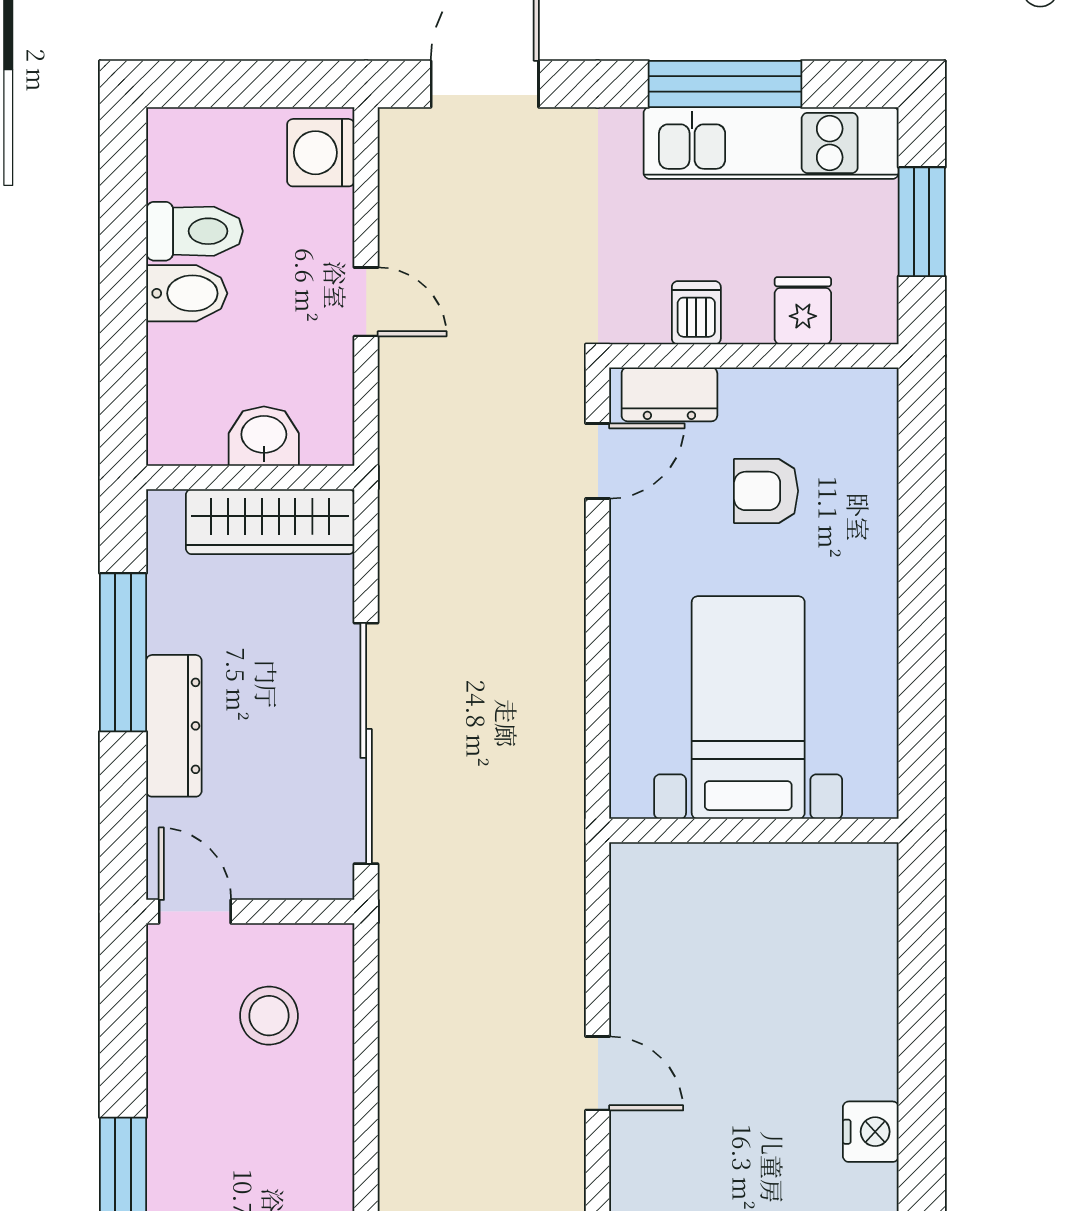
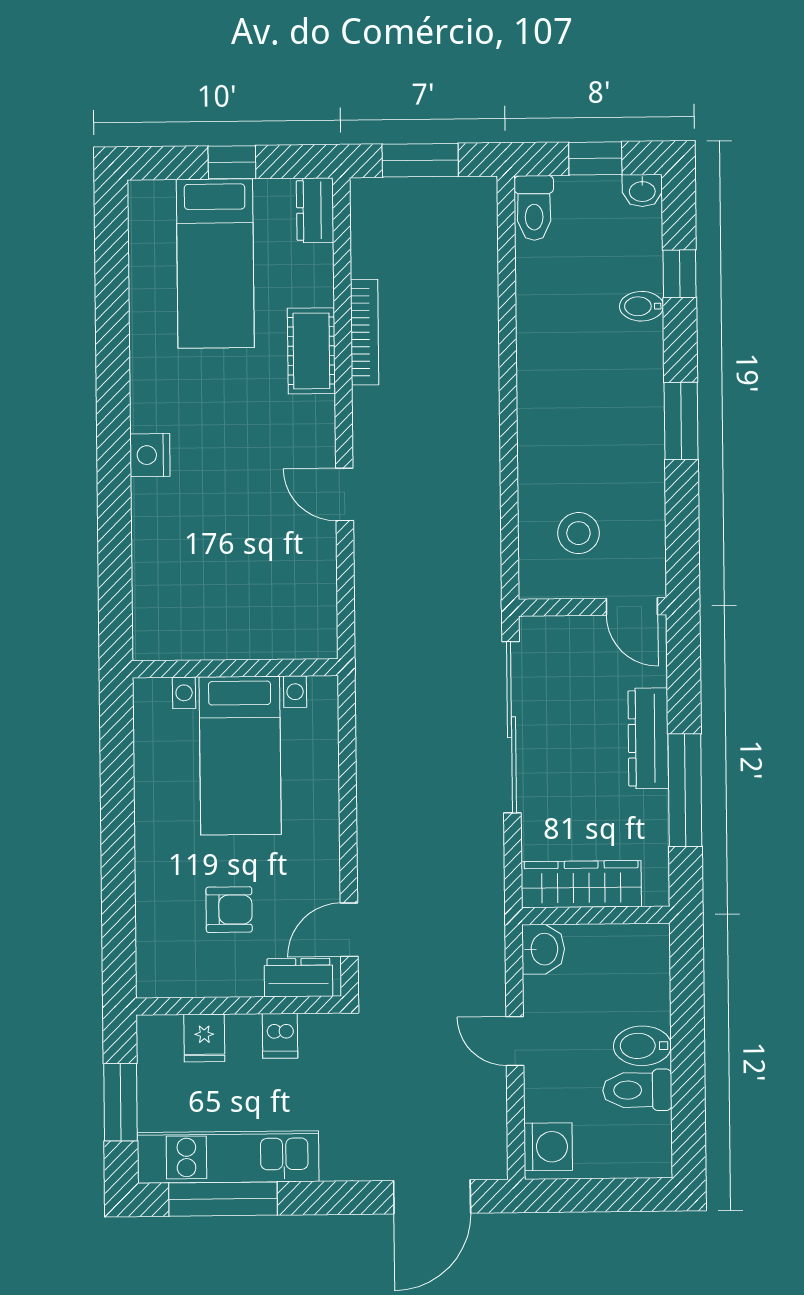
window: (725, 84) -> (223, 1199), moved
washbasin: (264, 436) -> (543, 949), moved, turned -90

